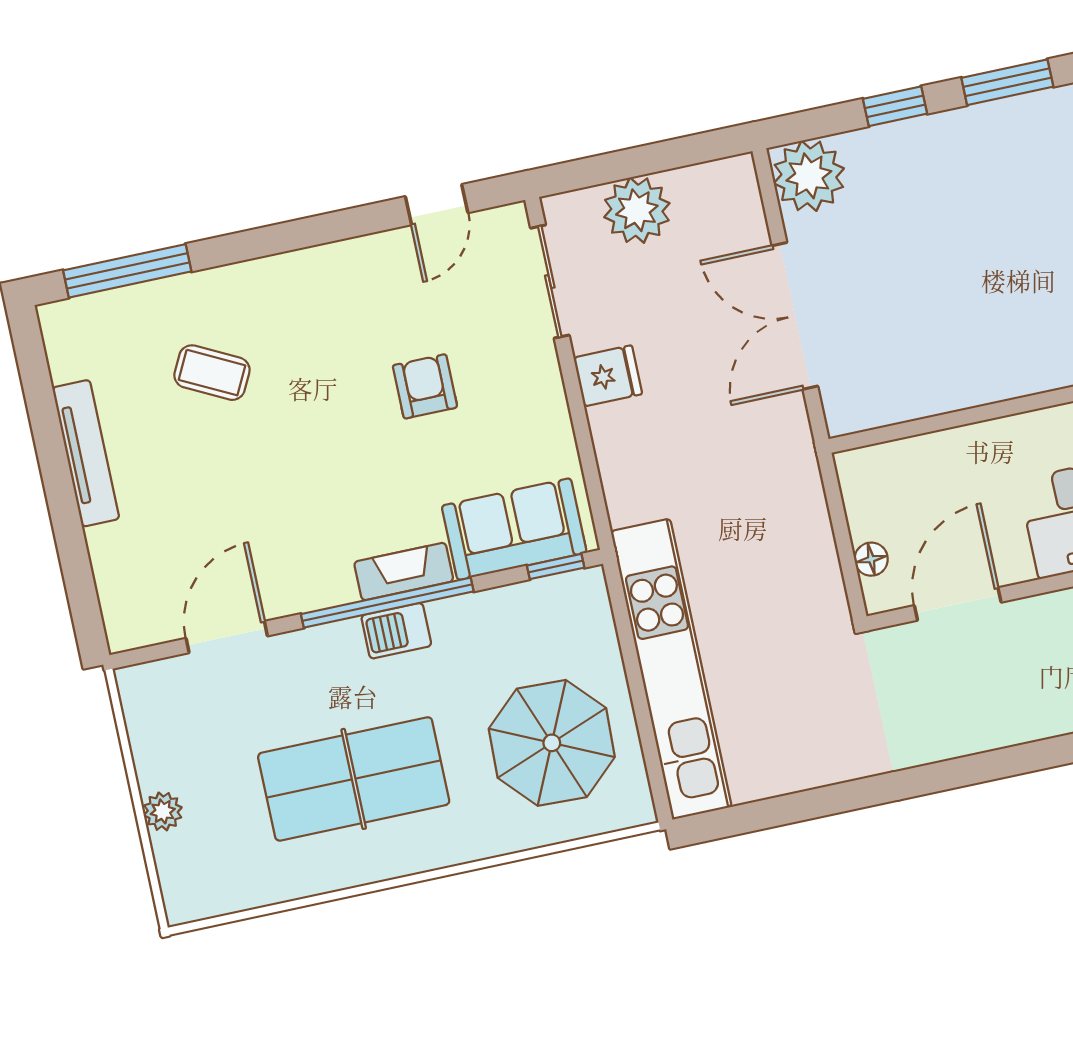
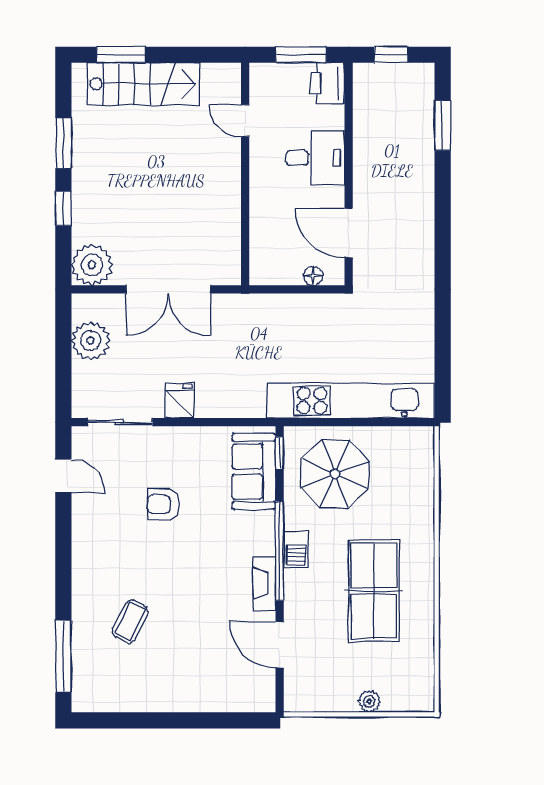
plant: (637, 210) -> (91, 341), moved
tv unit: (86, 453) -> (160, 701), removed
fireplace: (404, 571) -> (264, 583), moved
parasol: (552, 743) -> (335, 474), moved

